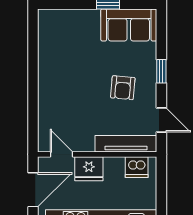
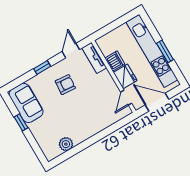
plant: (48, 45) -> (66, 144), added
tv unit: (126, 144) -> (94, 58), width x0.71
dishwasher: (137, 167) -> (115, 61), moved

